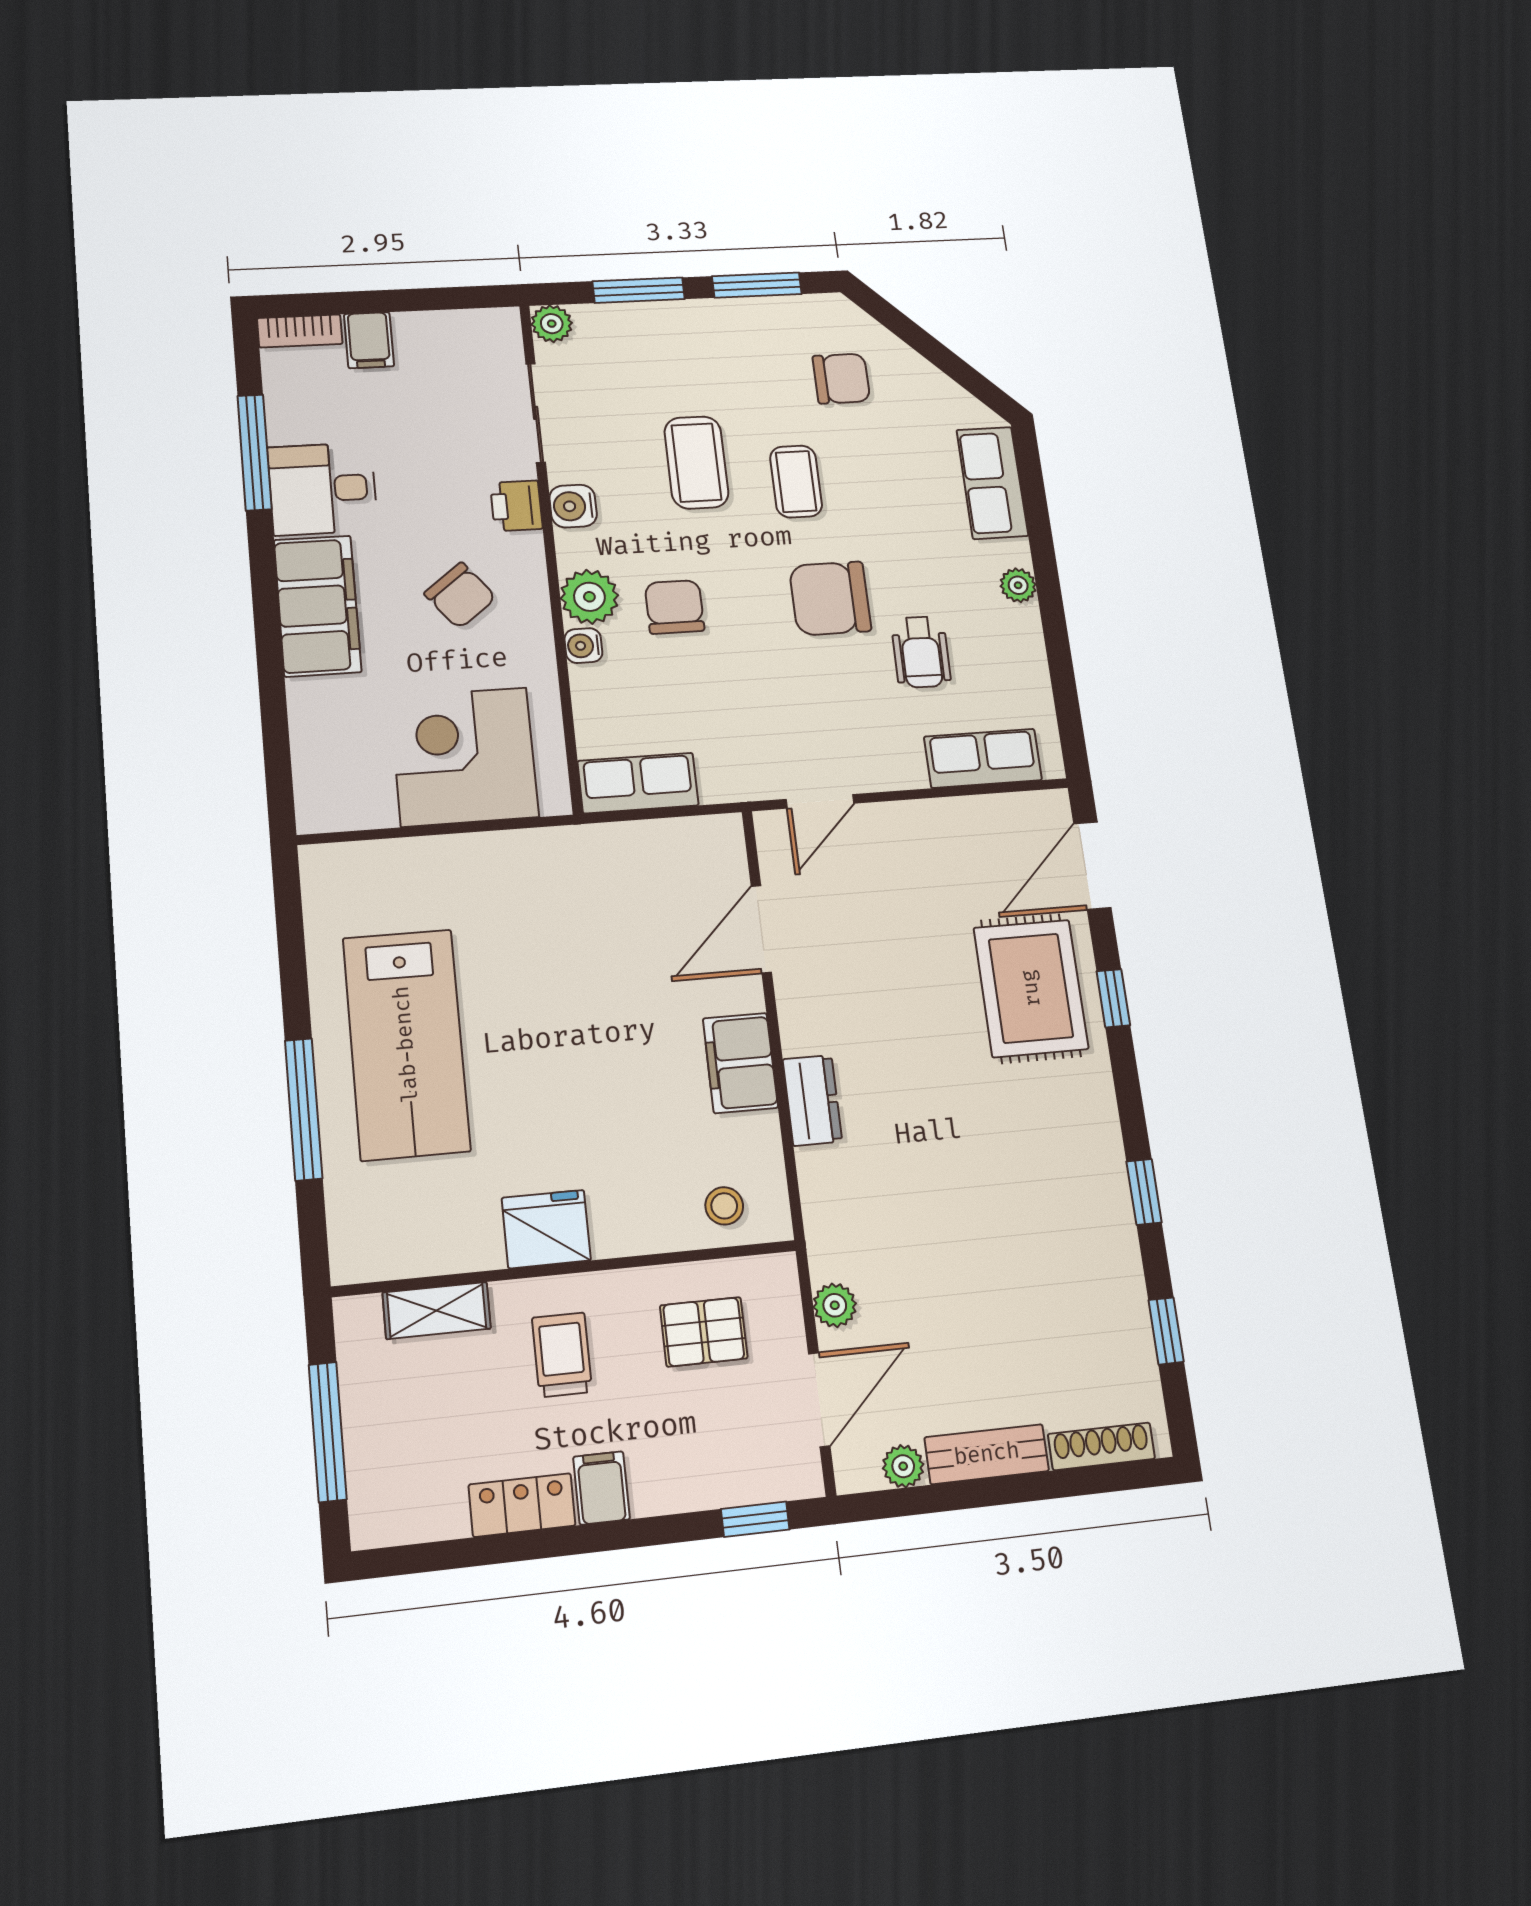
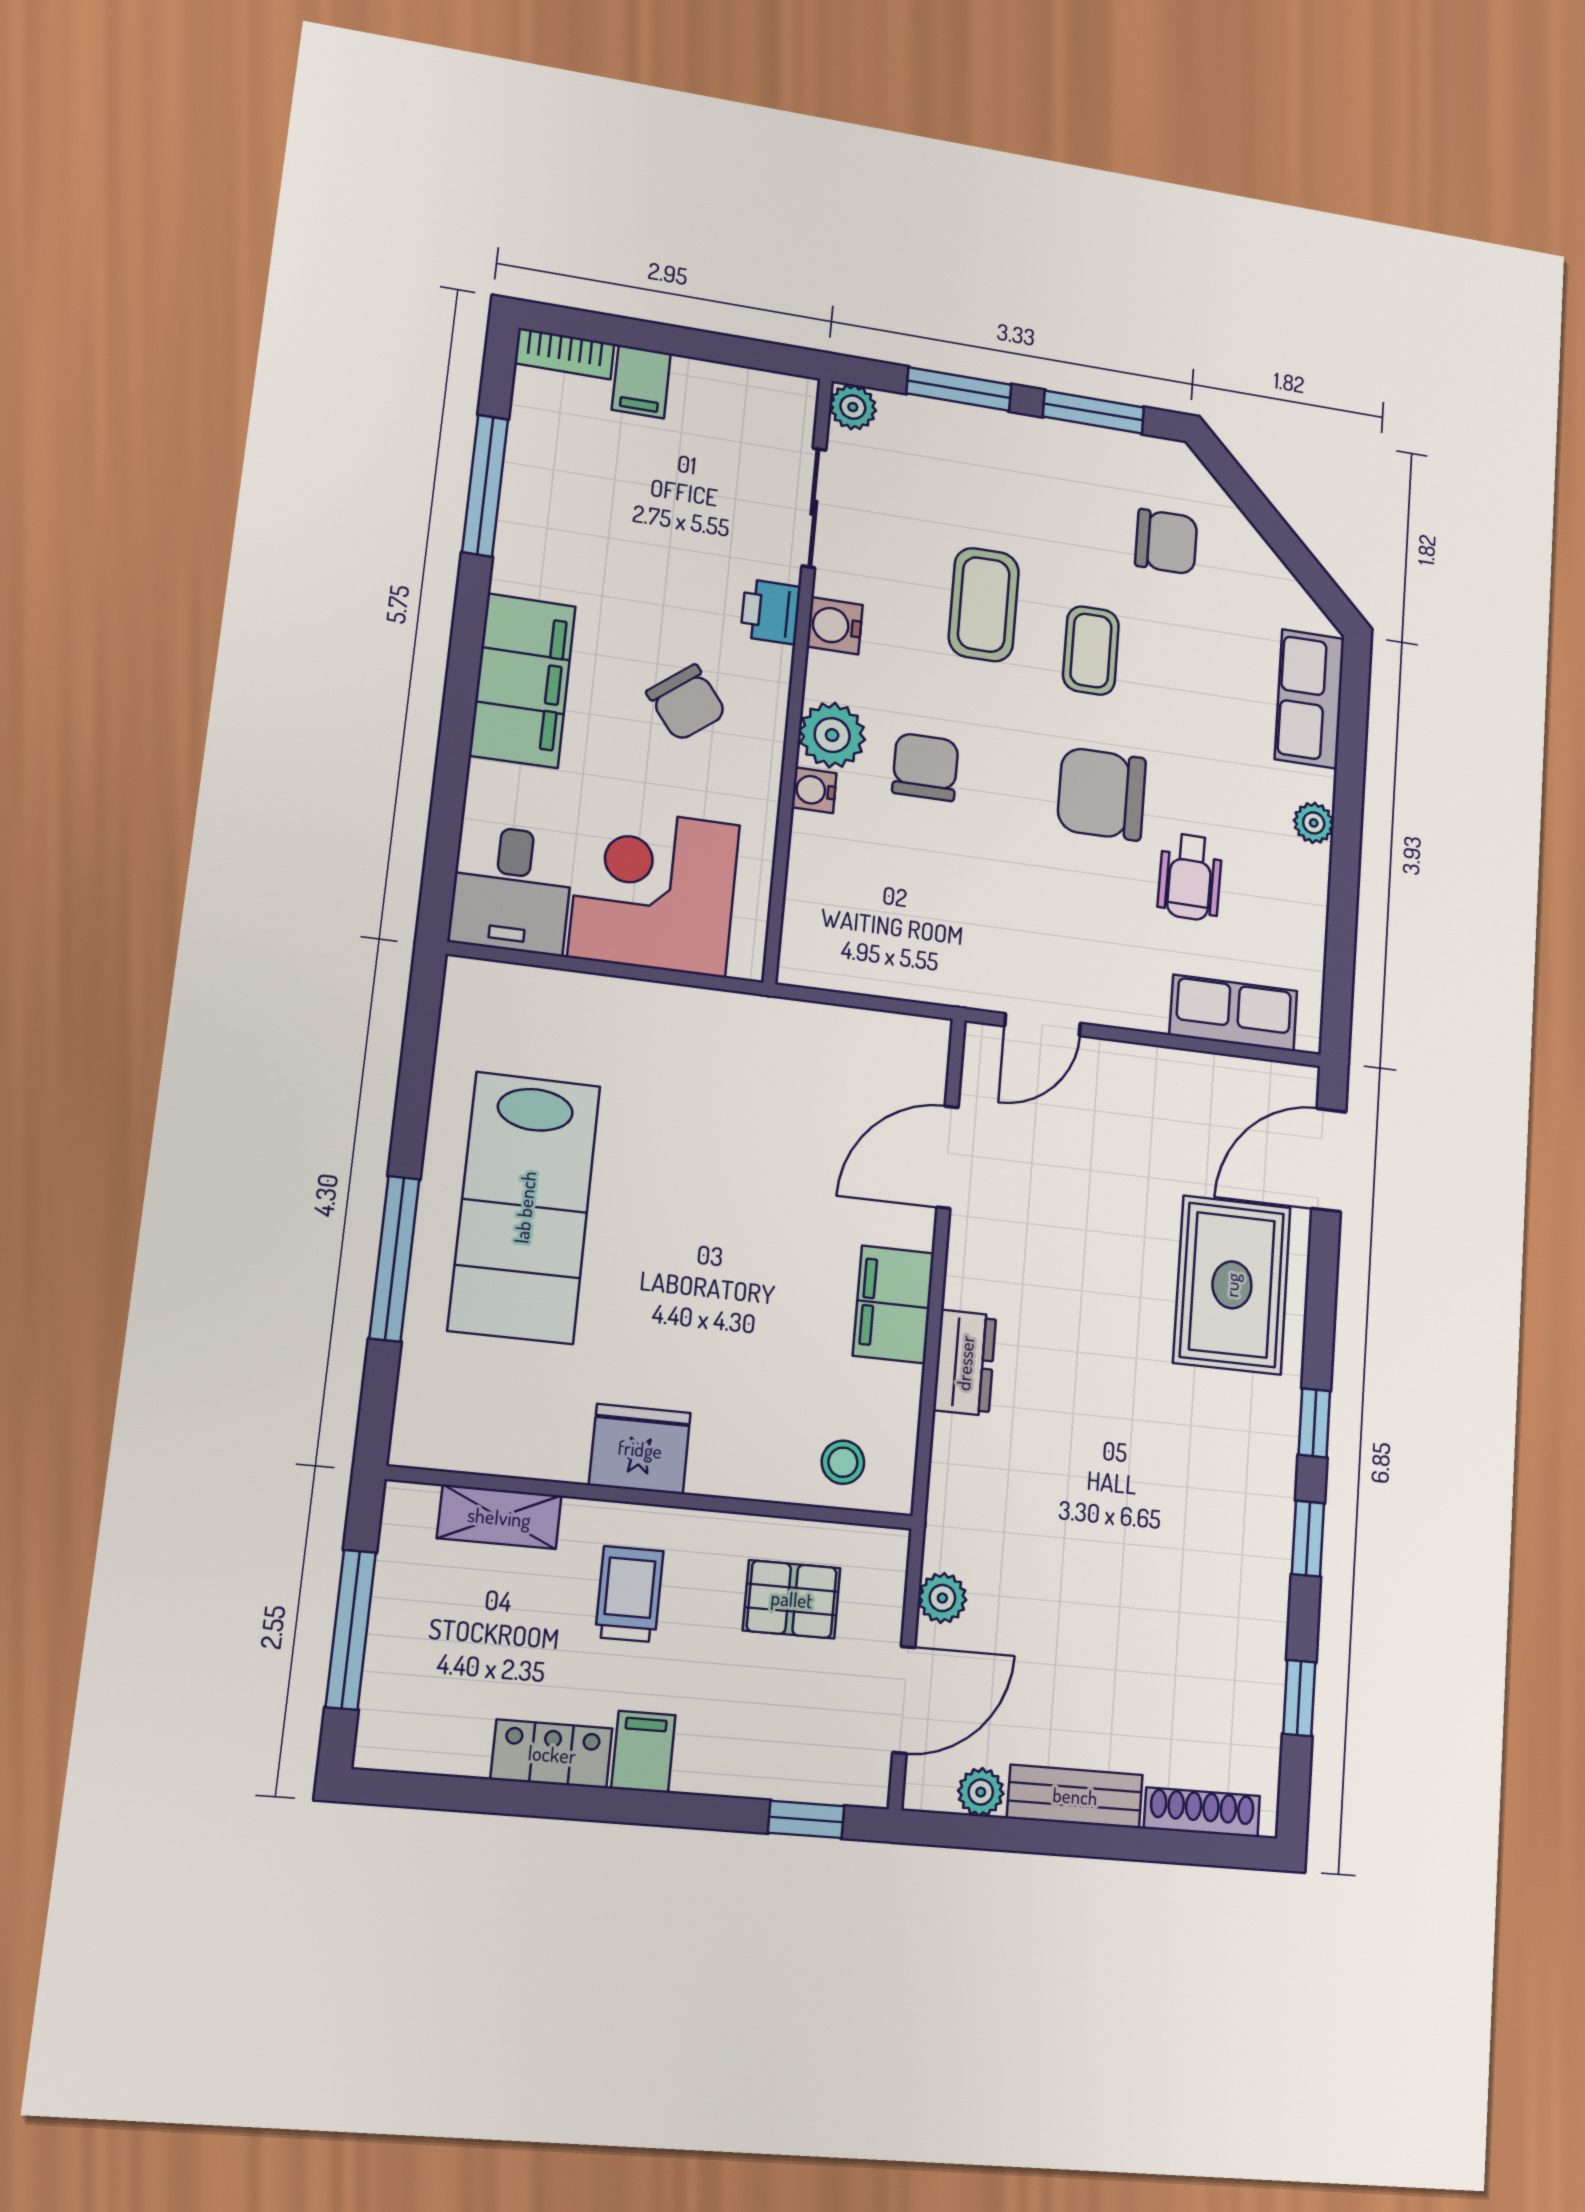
desk: (323, 489) -> (512, 889), moved, turned -90
row of seats: (638, 783) -> (844, 962), removed
window: (1113, 998) -> (1314, 1423), moved

